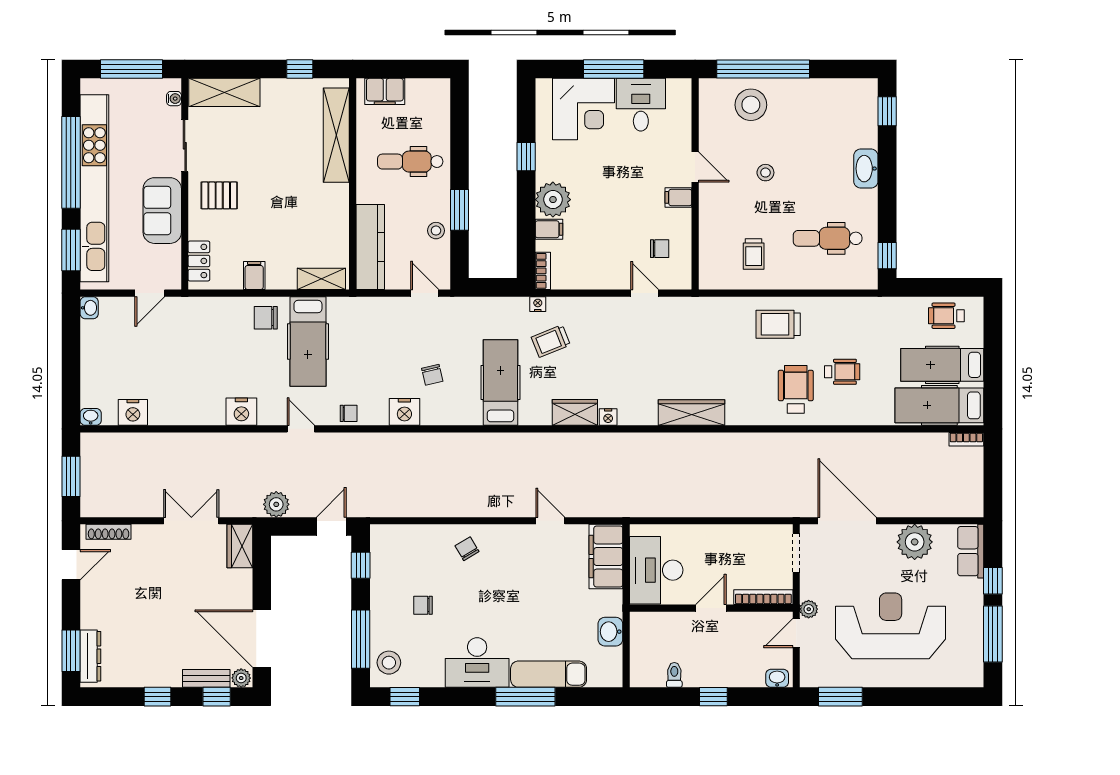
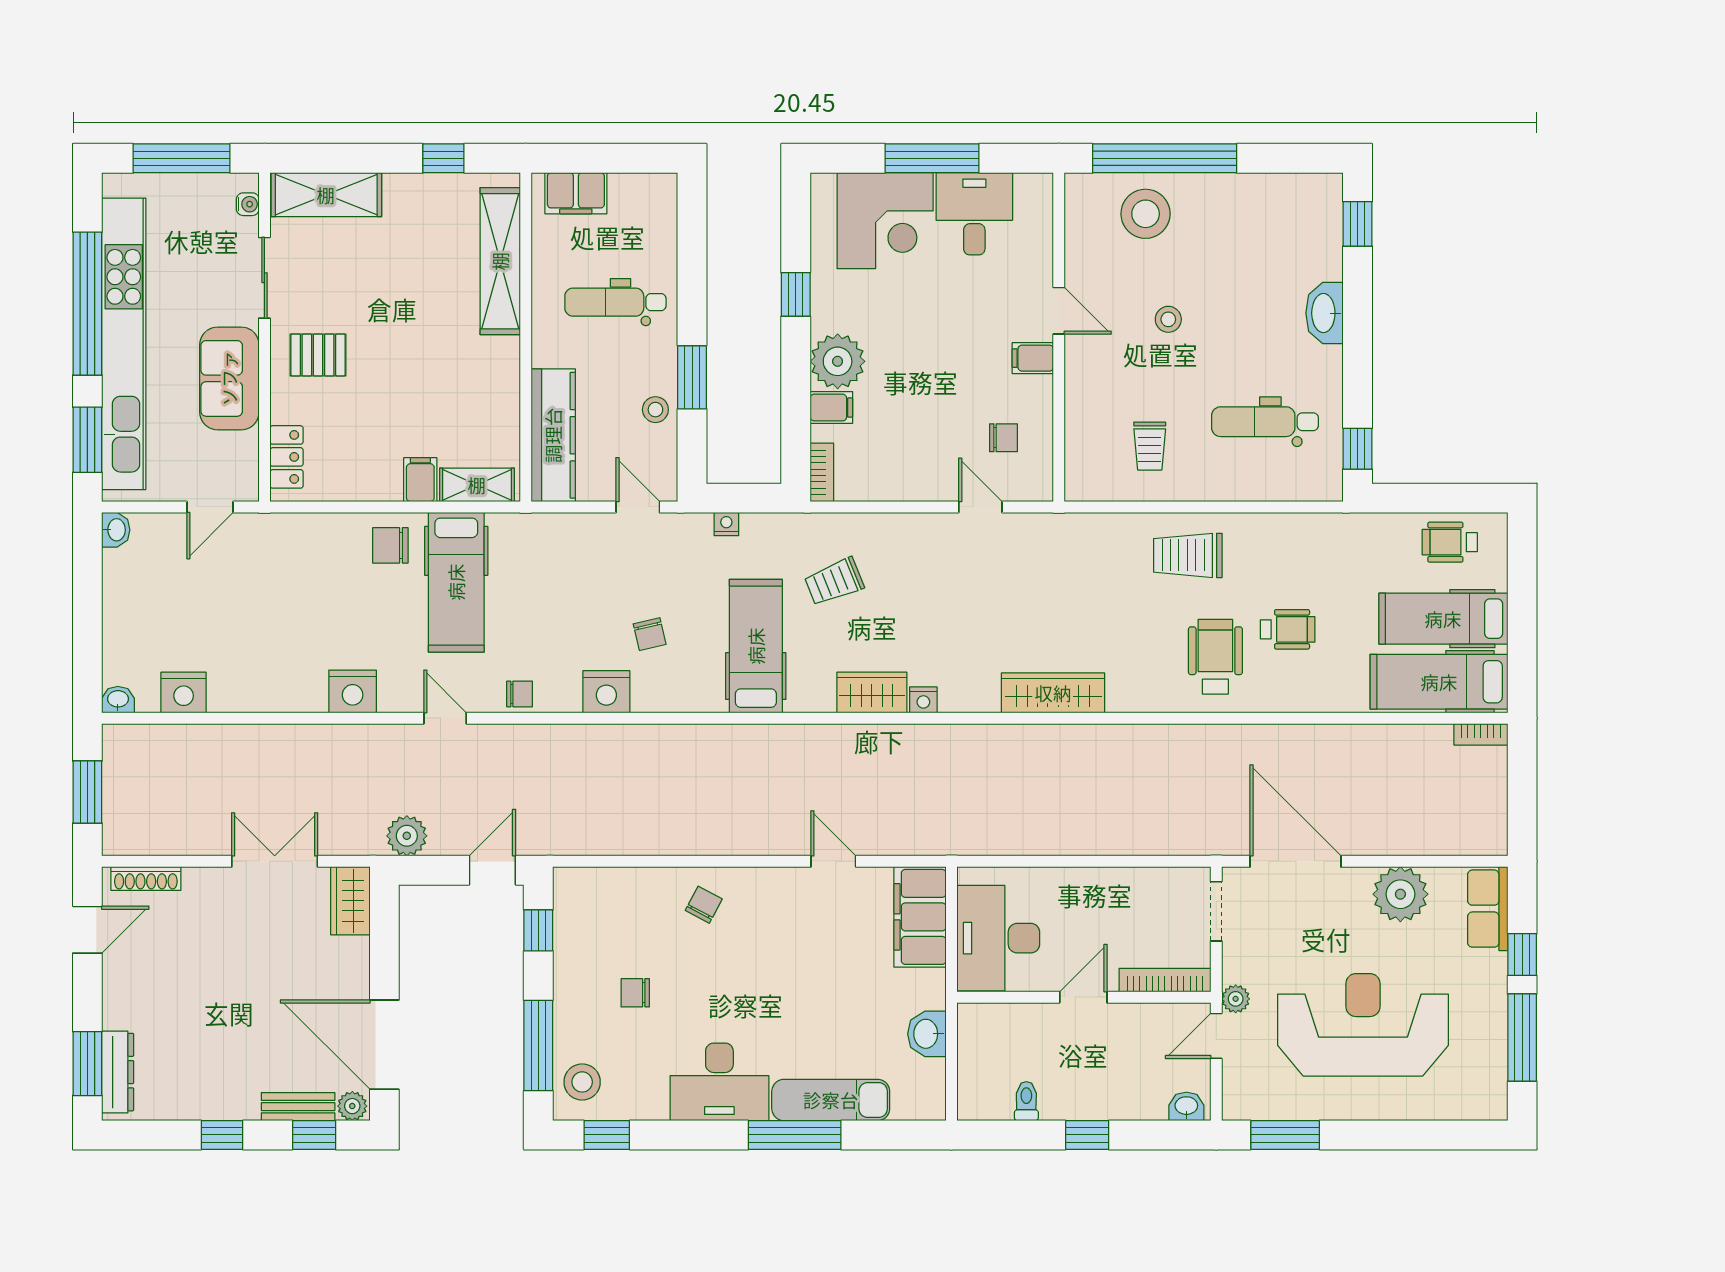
filing cabinet: (254, 276) -> (420, 480), moved
nightstand: (538, 304) -> (726, 524), moved
chair: (467, 549) -> (704, 905), turned 59

